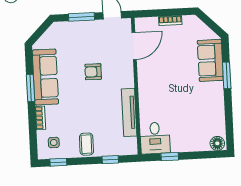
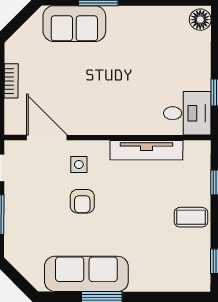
bookcase: (40, 118) -> (148, 285), removed
side table: (54, 143) -> (79, 165), moved

